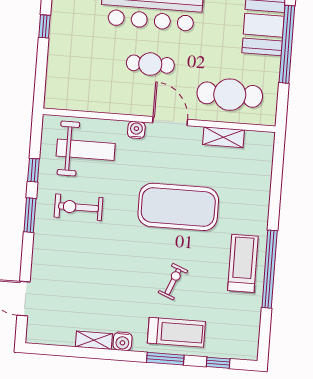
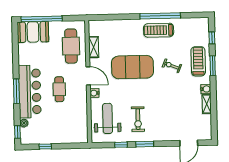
door: (170, 121) -> (88, 76), swing flipped
exercise mat: (178, 207) -> (133, 67), turned 90

